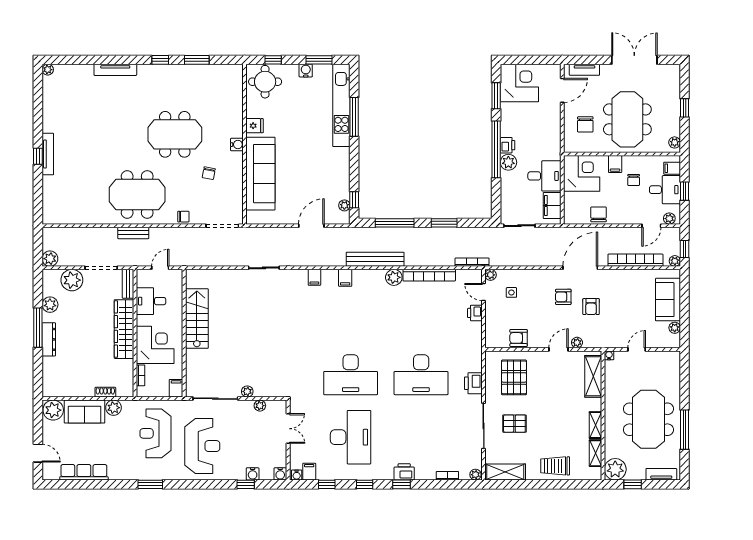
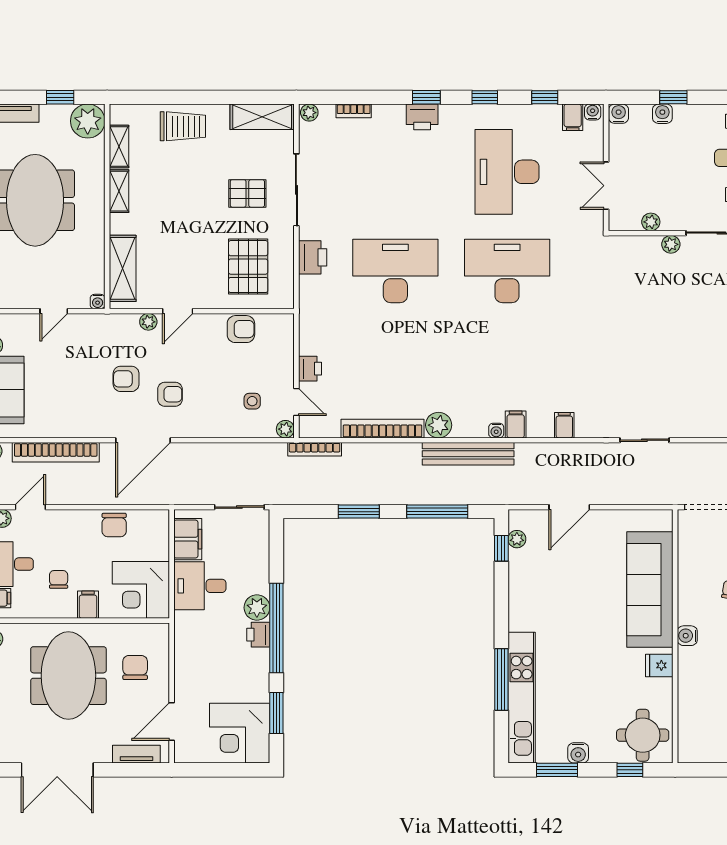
water cooler: (357, 274) -> (496, 431), added
armchair: (591, 307) -> (126, 379), turned -90

